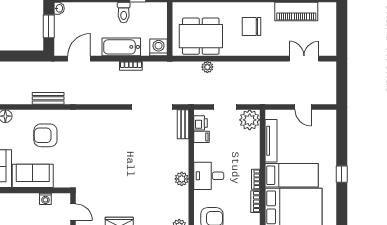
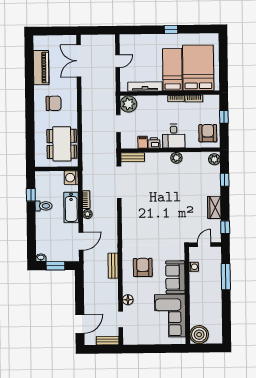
chair: (251, 26) -> (54, 103), turned -90
door: (79, 59) -> (81, 241), swing flipped
double door: (304, 59) -> (79, 61), width x1.37
plant: (207, 67) -> (87, 214), moved
printer: (201, 123) -> (154, 143), moved
armchair: (45, 135) -> (143, 267), turned 180

